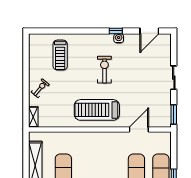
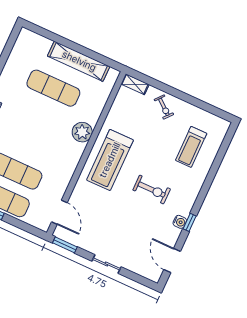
treadmill: (60, 55) -> (191, 147), turned -90
treadmill: (97, 110) -> (110, 160), turned 180
door: (139, 129) -> (59, 212), moved
plant: (86, 139) -> (82, 132), added

